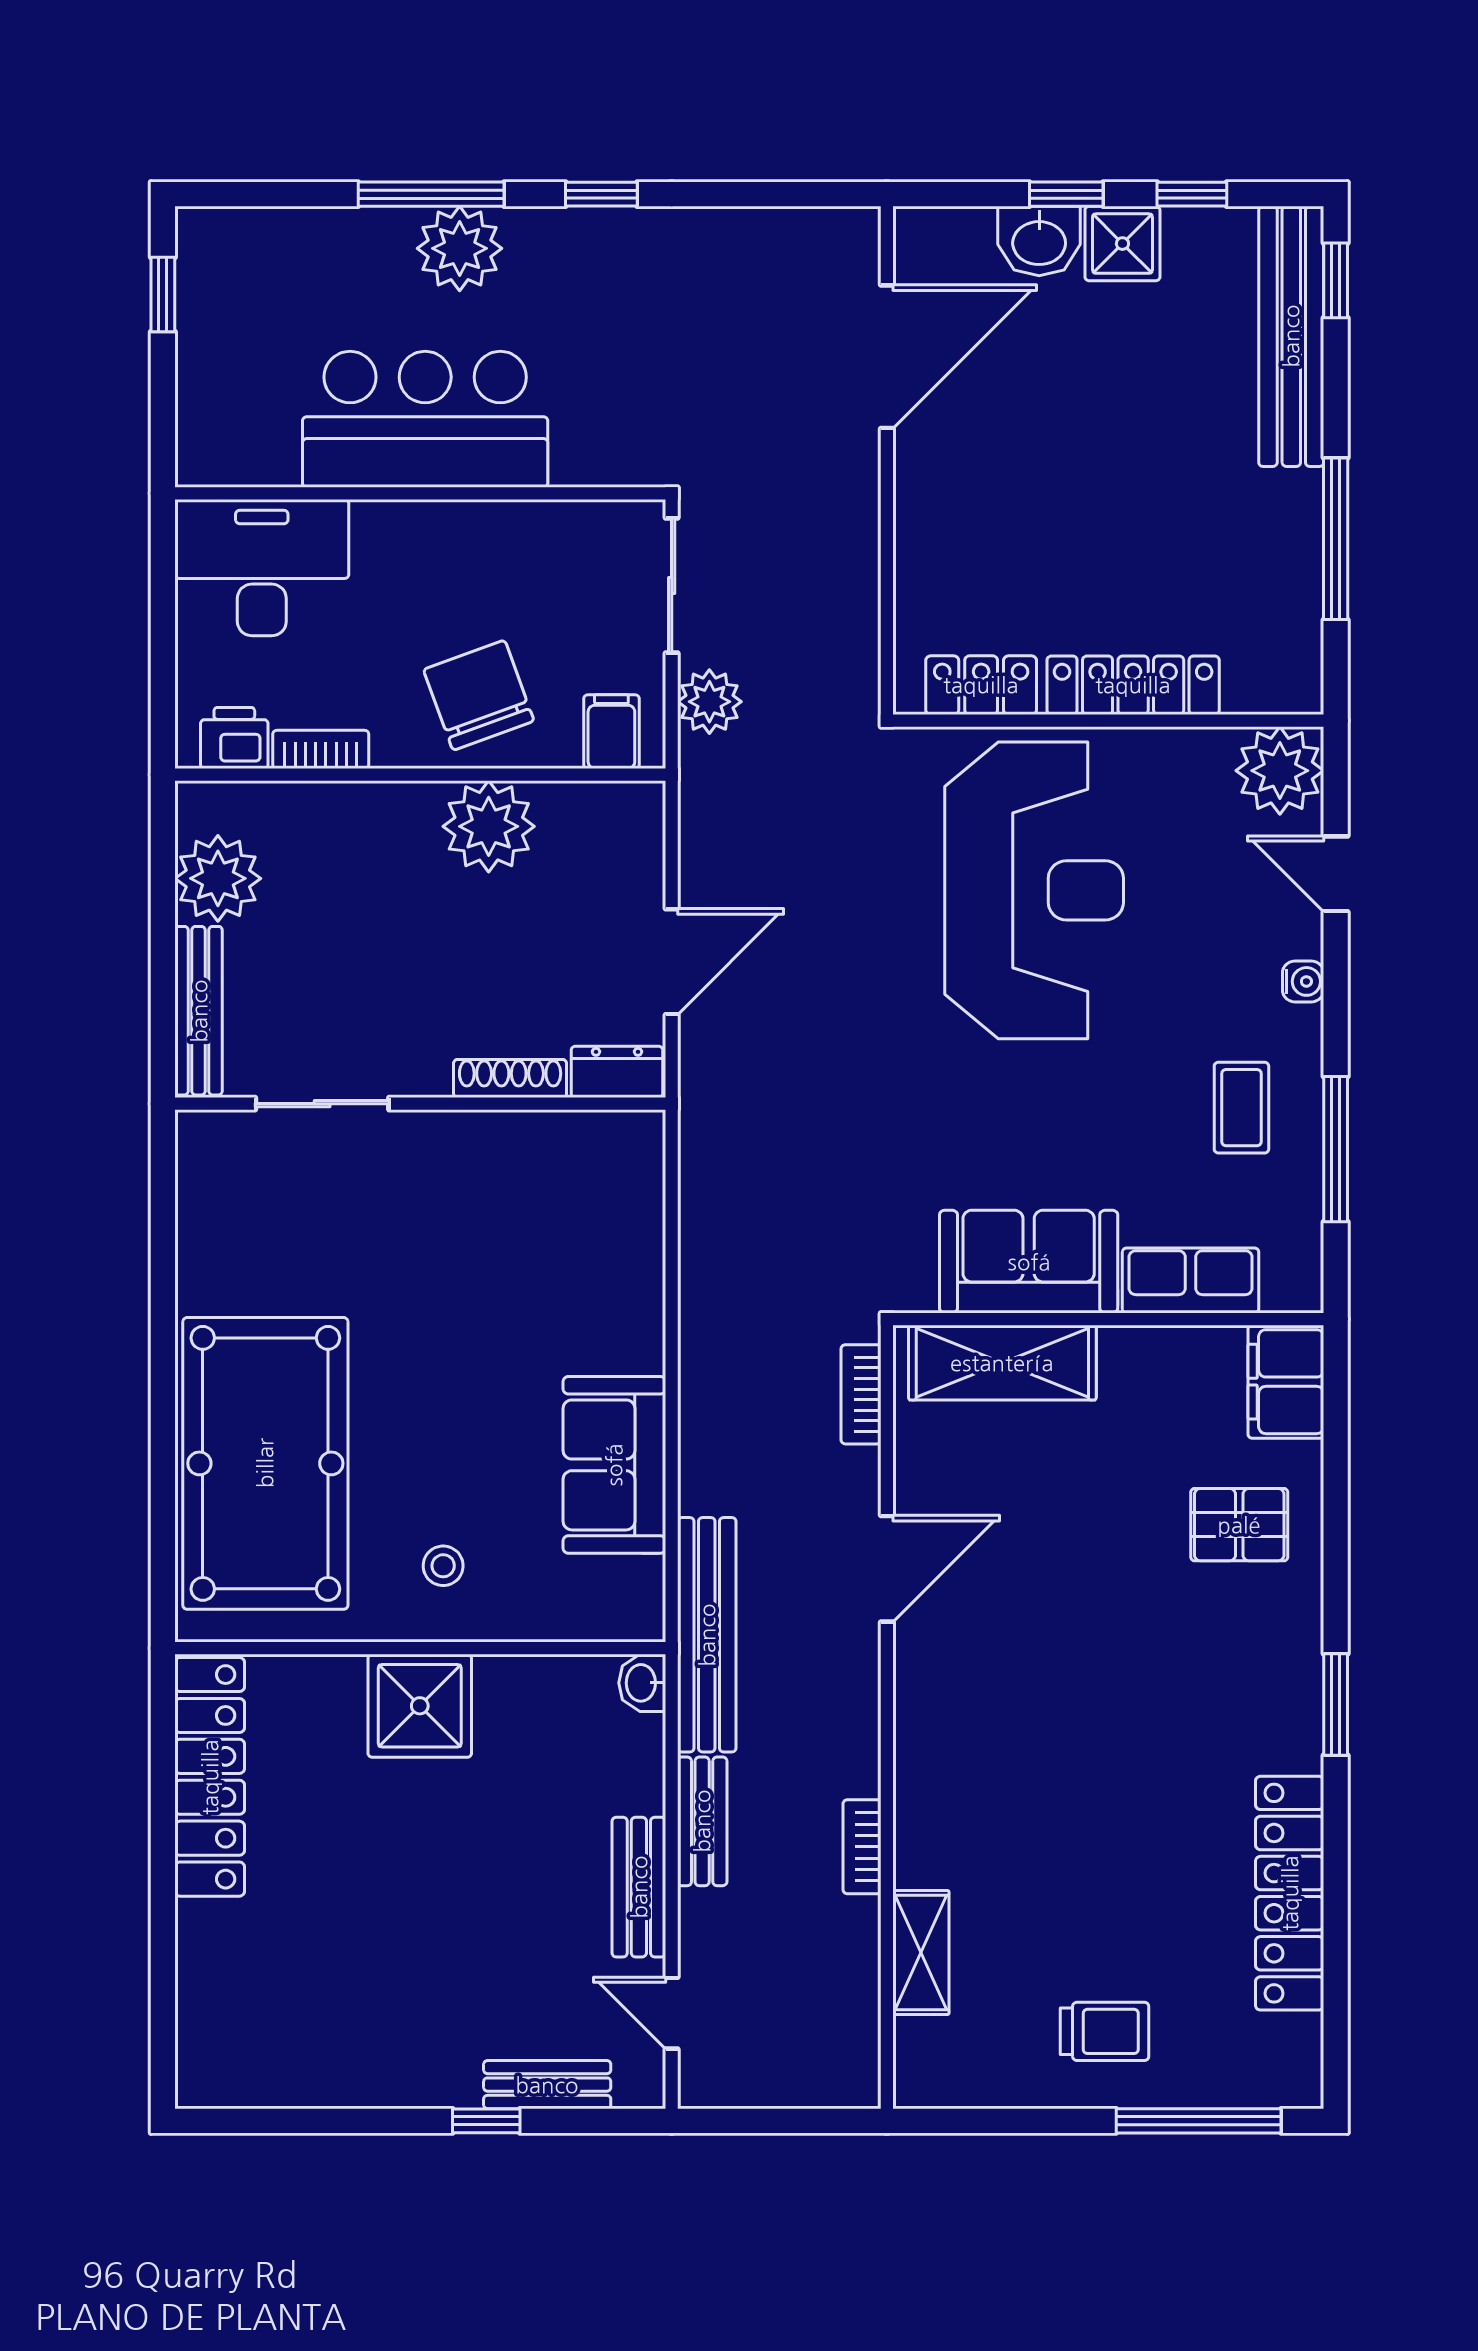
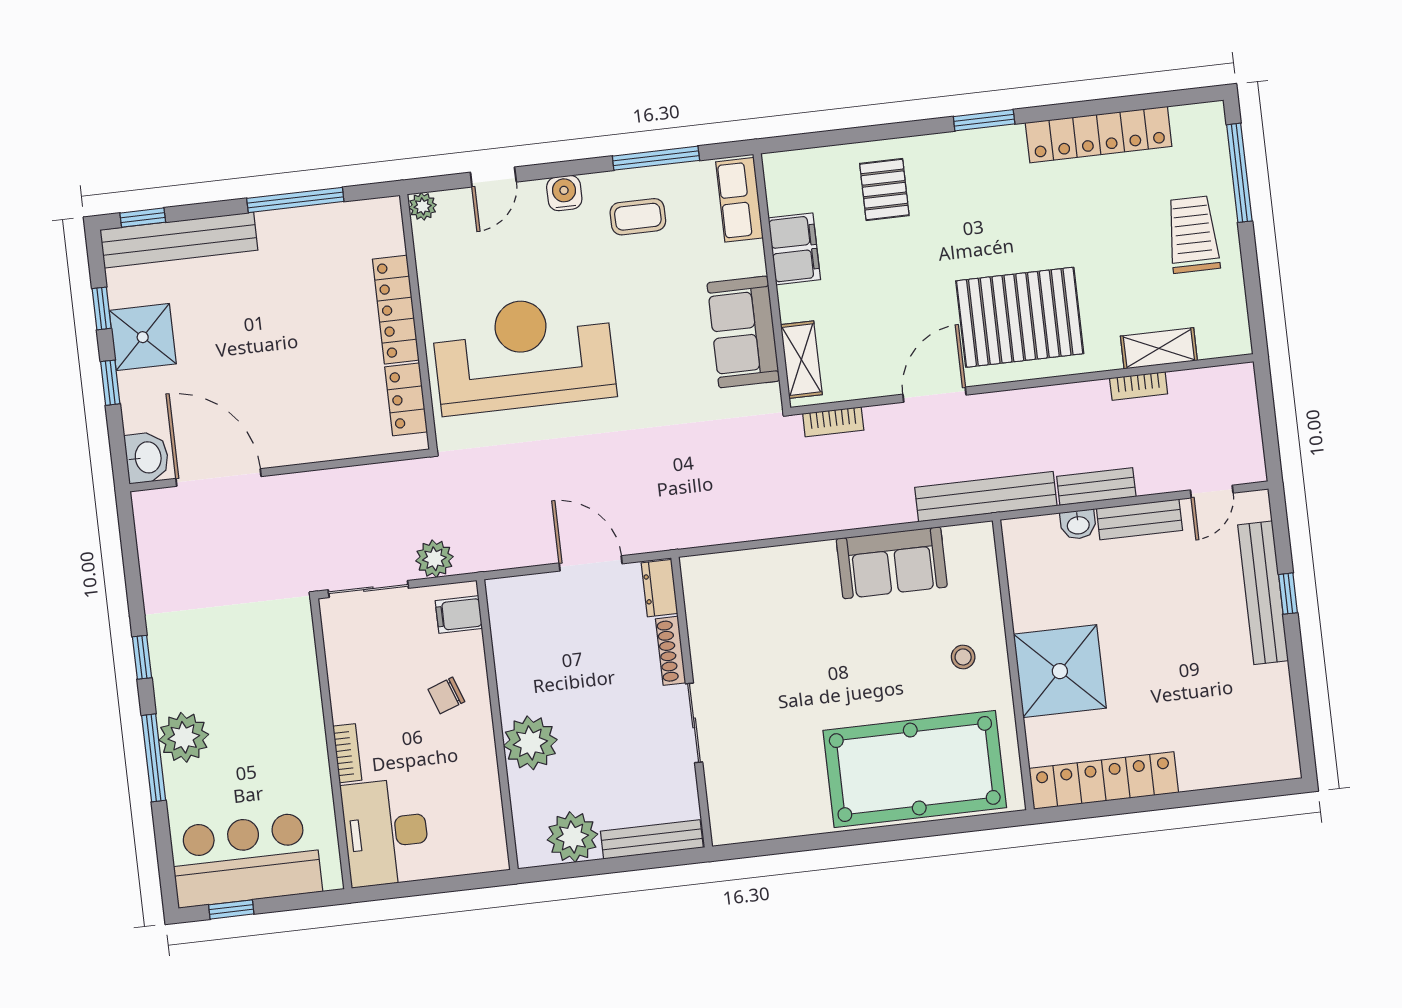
washbasin: (1039, 241) -> (147, 458), moved
shower: (1122, 244) -> (143, 337), width x1.36, depth x1.36
bar counter: (425, 419) -> (246, 860), moved, turned 90
chair: (479, 695) -> (446, 695), width x0.54, depth x0.54
printer: (234, 738) -> (488, 837), removed
bookcase: (321, 749) -> (347, 753), moved, turned 180
plant: (1280, 771) -> (423, 206), width x0.53, depth x0.53
plant: (489, 826) -> (530, 743), moved
water cooler: (1303, 981) -> (564, 193), width x1.38, depth x1.38
sliding door: (322, 1104) -> (694, 723), moved
row of seats: (1191, 1280) -> (739, 200), moved
shelving: (1002, 1363) -> (801, 360), width x0.67, depth x0.75
filing cabinet: (1286, 1382) -> (794, 249), moved, turned -90
door: (887, 1569) -> (934, 395), hinge flipped
washbasin: (642, 1683) -> (1078, 524), moved
shower: (420, 1706) -> (1060, 671), width x1.37, depth x1.37
pallet: (1000, 1726) -> (1020, 317), added
bookcase: (862, 1847) -> (1139, 386), moved
trolley: (1105, 2031) -> (1193, 234), width x1.36, depth x1.39
bench: (547, 2085) -> (1263, 593), width x1.86, depth x1.21

